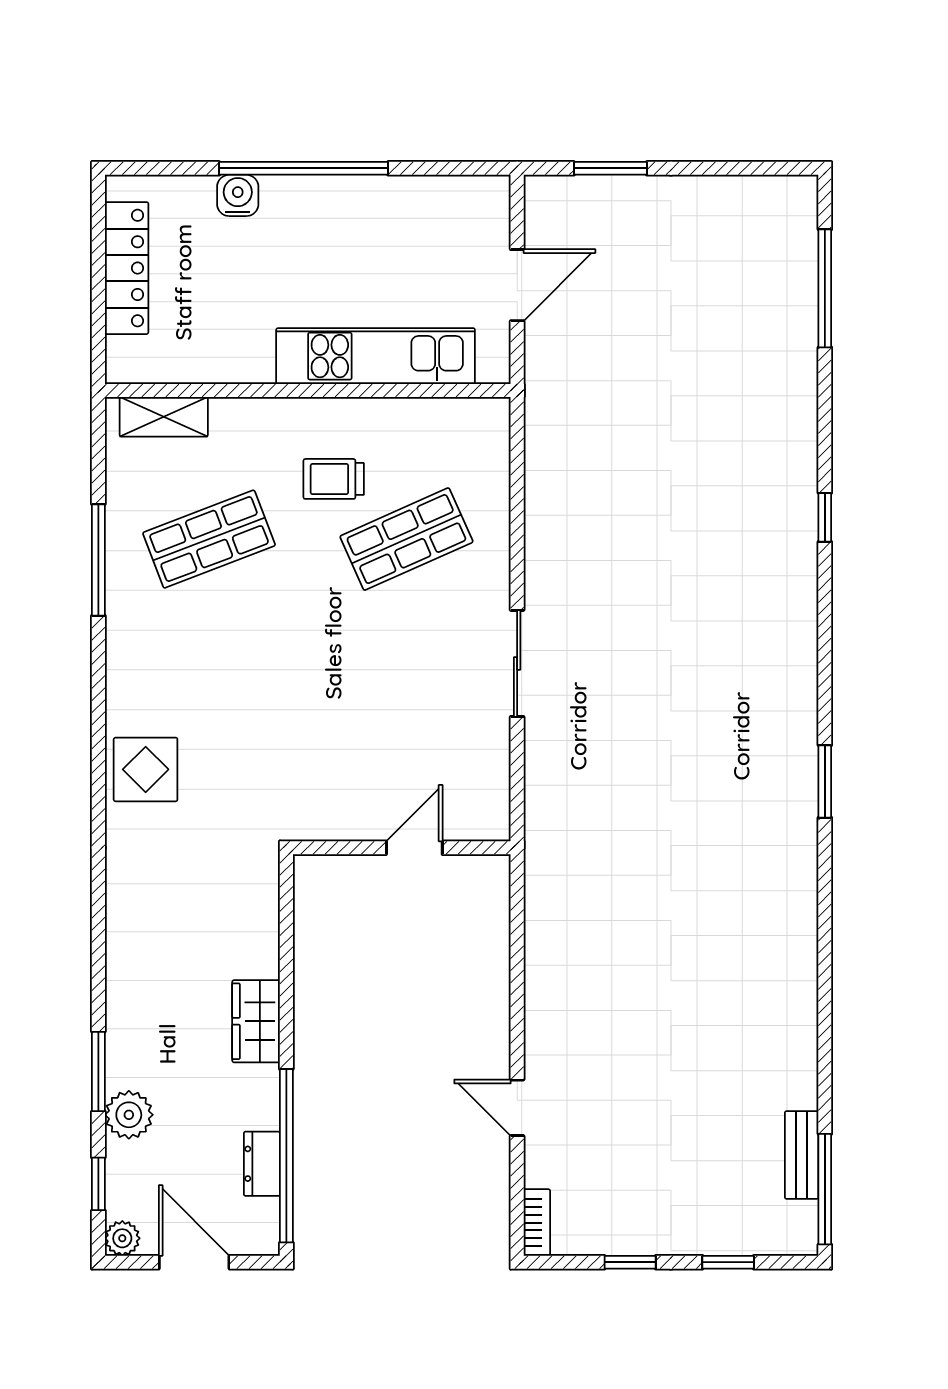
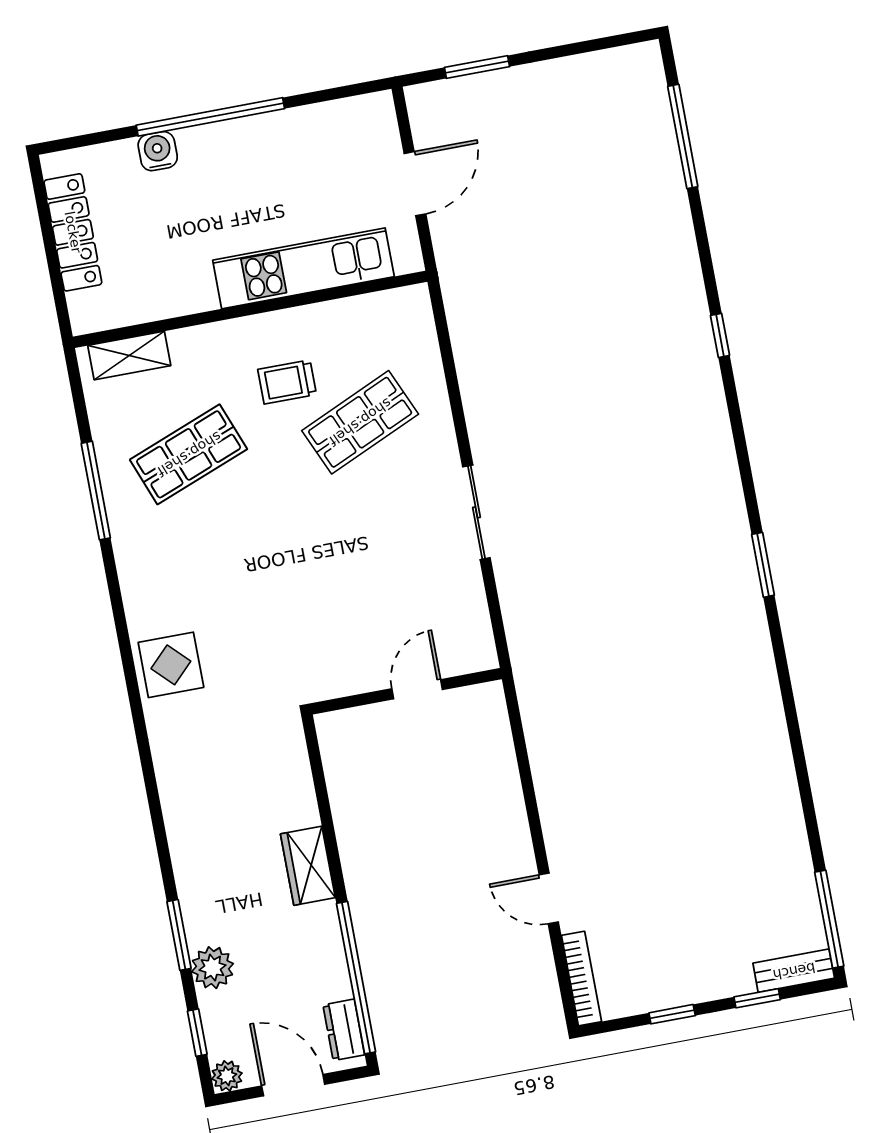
bench: (802, 1155) -> (794, 971), moved, turned 90
dresser: (262, 1164) -> (344, 1030), moved
bookcase: (537, 1223) -> (581, 979), width x1.56

